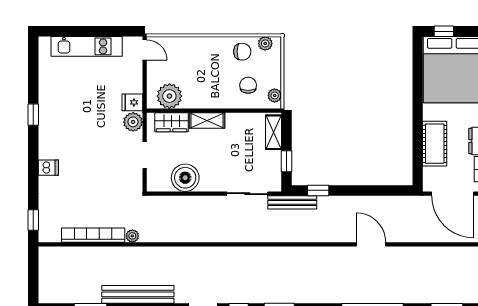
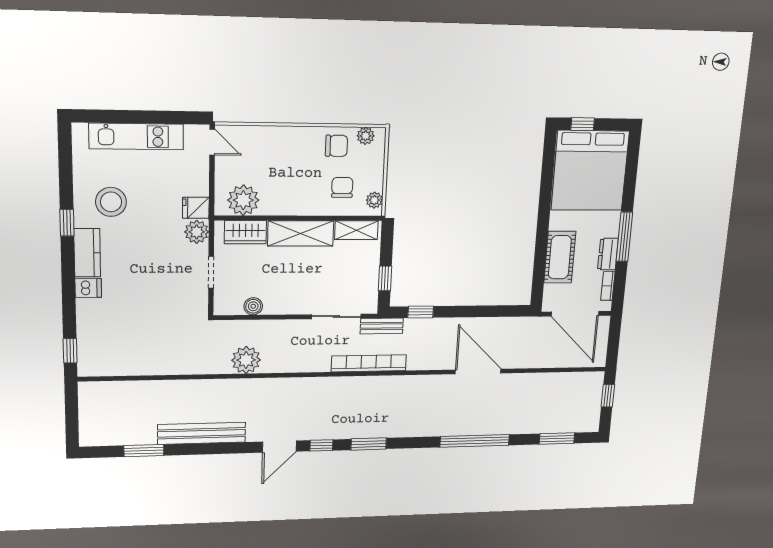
stool: (67, 98) -> (111, 202), added
shelving: (207, 121) -> (301, 233), width x1.50, depth x1.33
shelving: (274, 132) -> (356, 230), moved, turned 90
kitchen counter: (48, 139) -> (87, 253), added
boiler: (185, 178) -> (253, 306), width x0.54, depth x0.54
bench: (292, 202) -> (382, 326), width x0.73
bookcase: (93, 235) -> (369, 363), moved
plant: (132, 236) -> (246, 360), moved, width x1.88, depth x1.88
door: (371, 244) -> (478, 372), width x1.36

